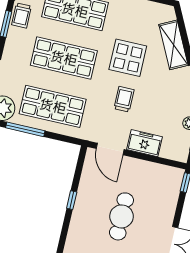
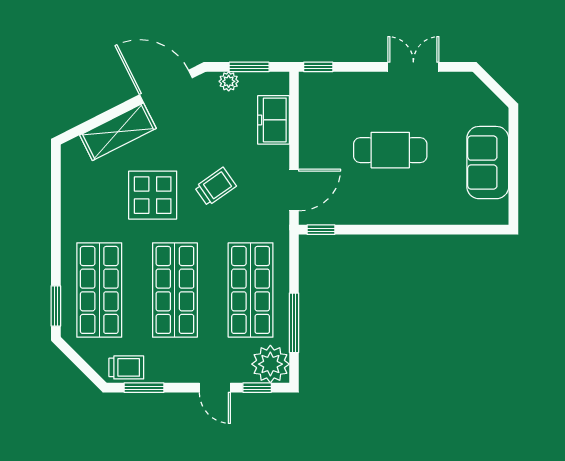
trolley: (124, 99) -> (215, 187), turned 145
freezer: (145, 143) -> (274, 120), moved
window: (72, 200) -> (321, 230), moved

